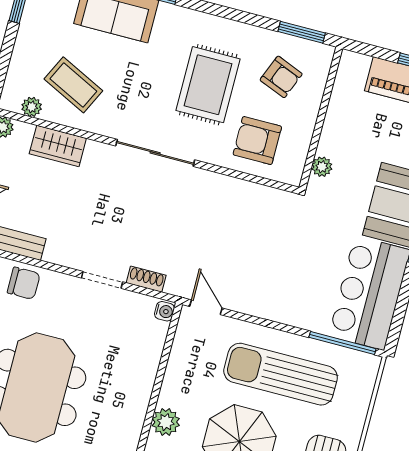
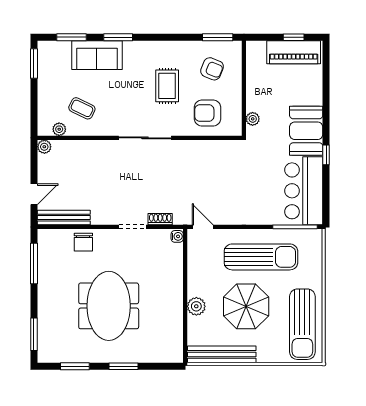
coffee table: (73, 85) -> (82, 108), width x0.73, depth x0.77
rug: (208, 85) -> (167, 86), width x0.73, depth x0.70
wardrobe: (58, 146) -> (82, 150), removed
chair: (24, 283) -> (83, 242), turned 90
sun lounger: (281, 374) -> (261, 257), turned 180

